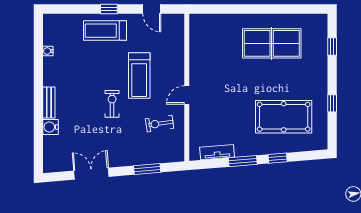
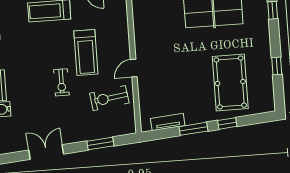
exercise bike: (112, 104) -> (61, 82), turned 180
pool table: (284, 117) -> (230, 83), turned 90
exercise bike: (160, 124) -> (109, 98), width x1.38, depth x1.39

